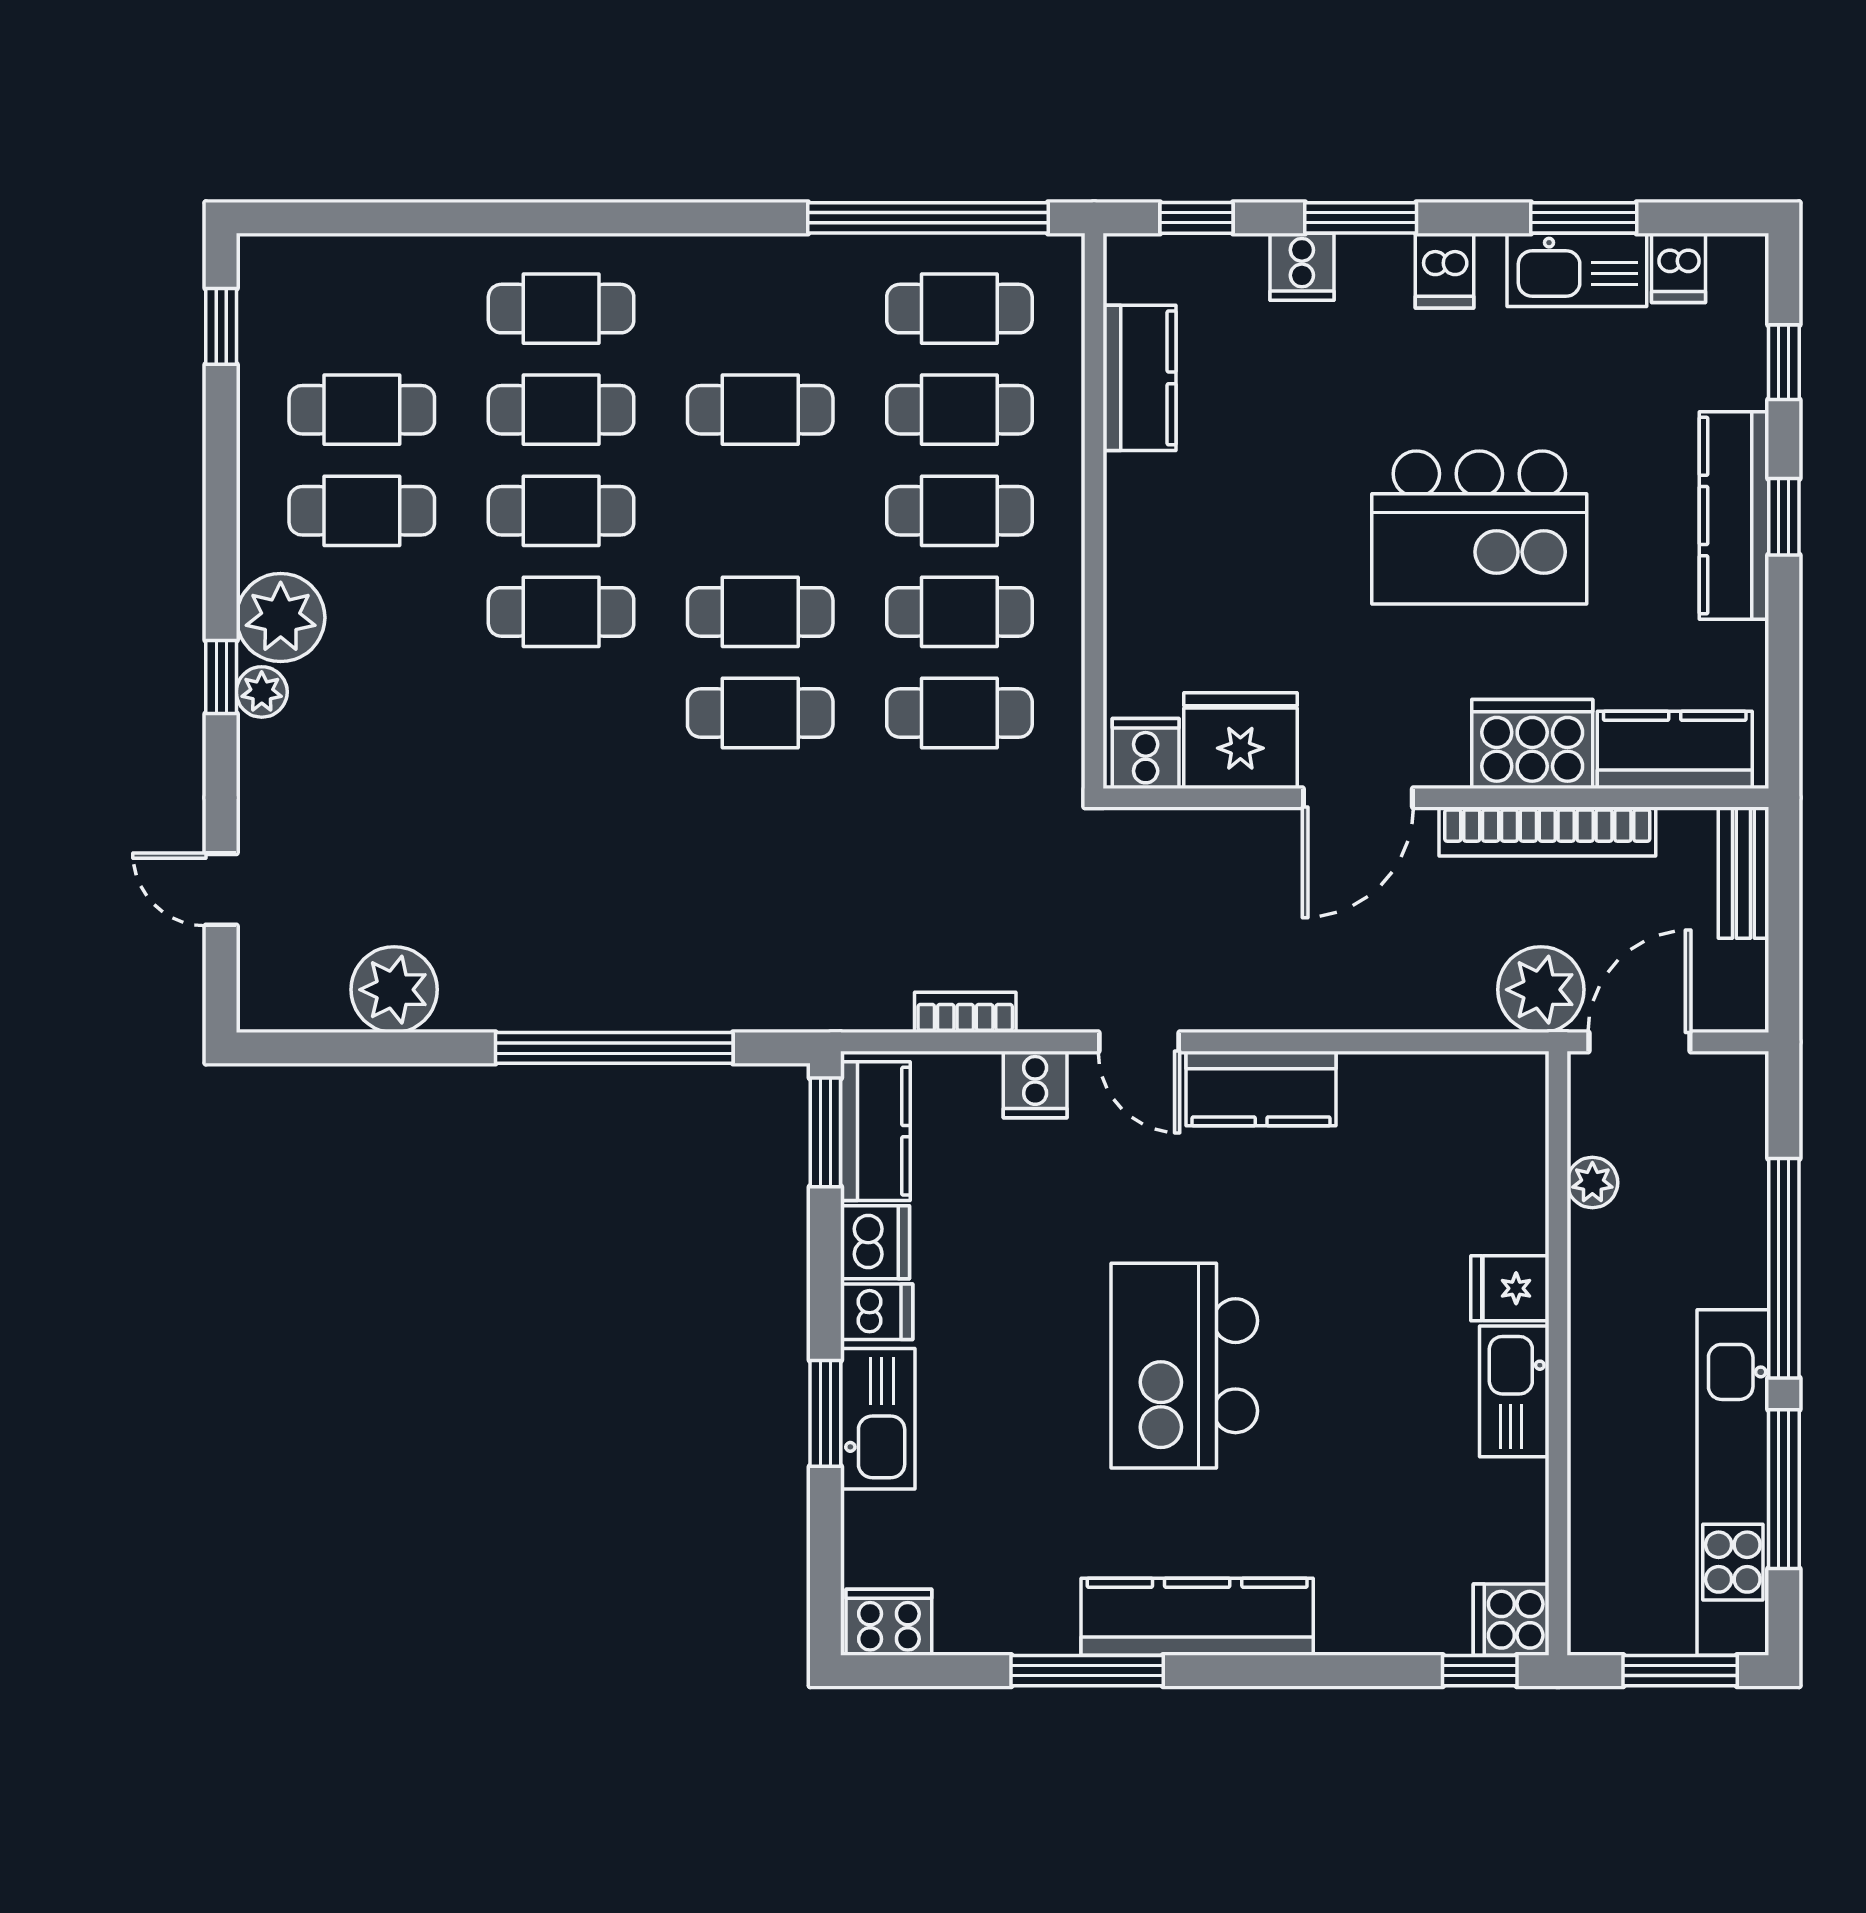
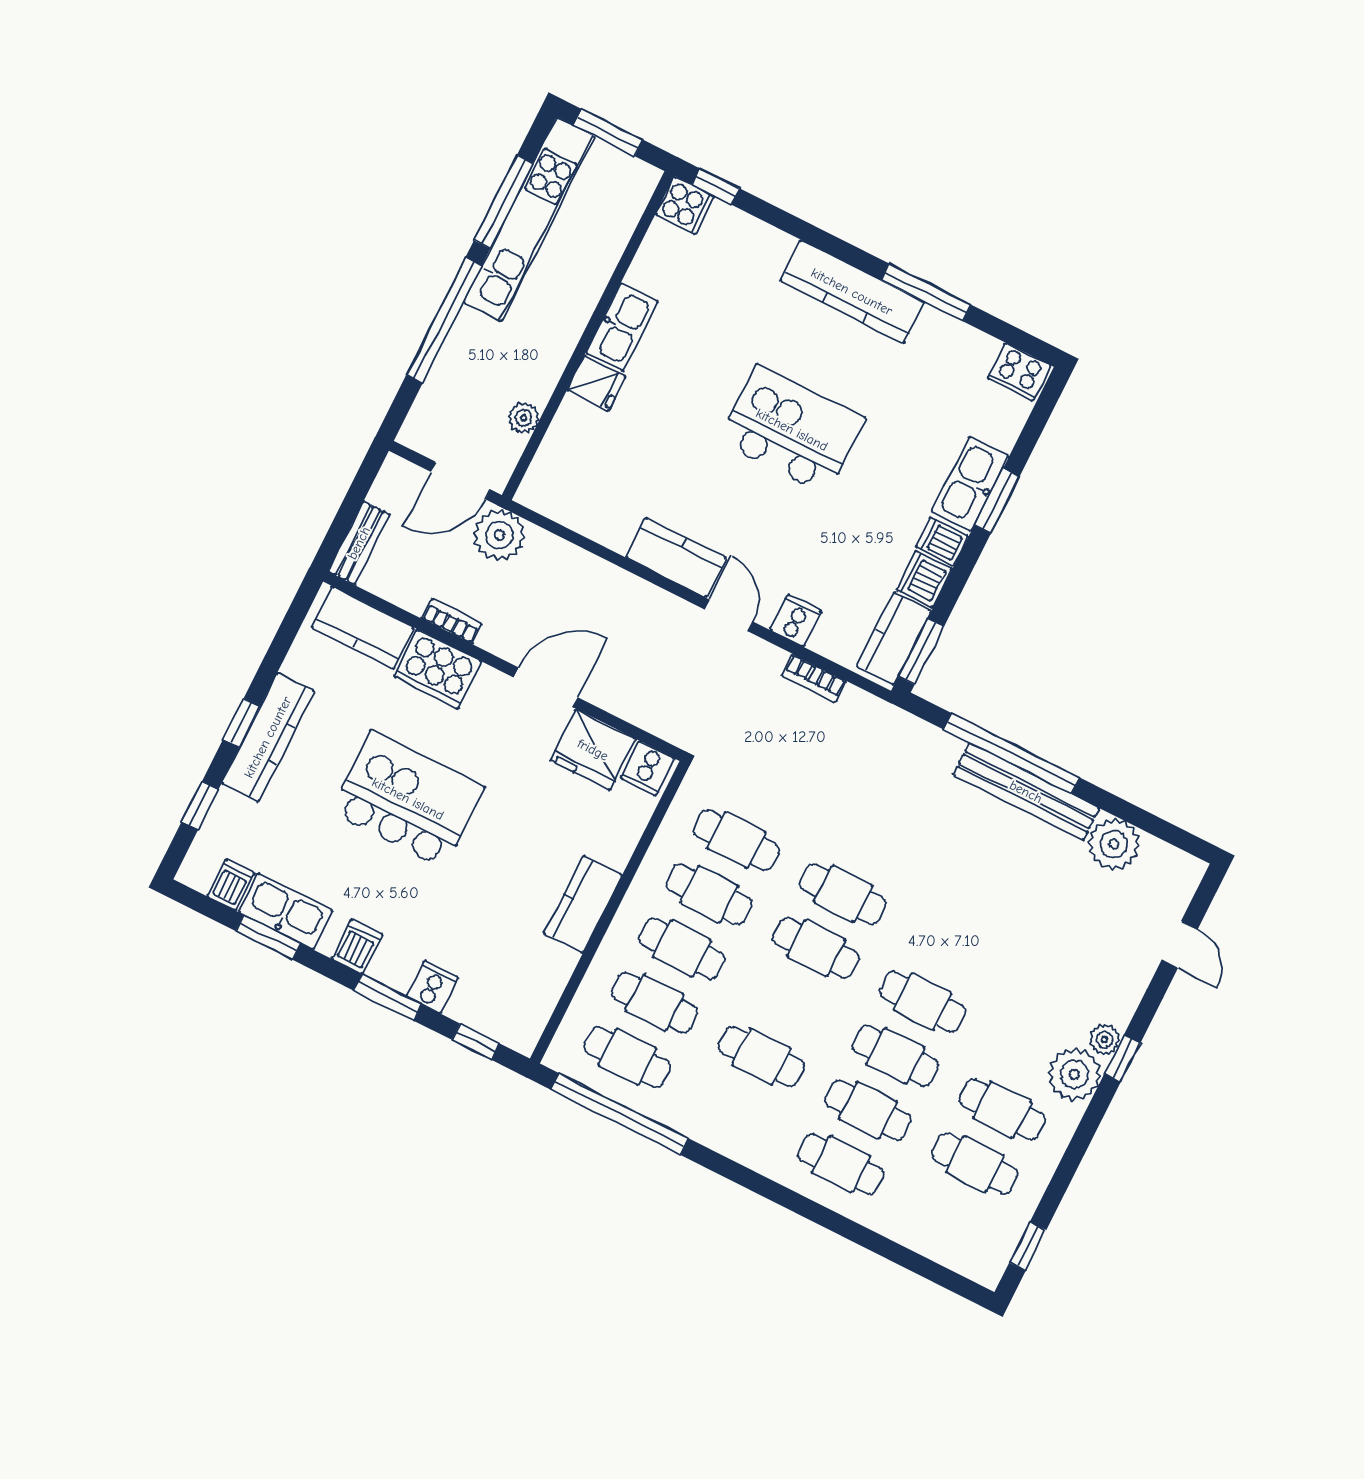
kitchen counter: (1140, 378) -> (583, 904), moved
bookcase: (1547, 831) -> (452, 621), width x0.43, depth x0.76
bench: (564, 1002) -> (1026, 792), added
kitchen island: (1184, 1366) -> (792, 430), turned -90

